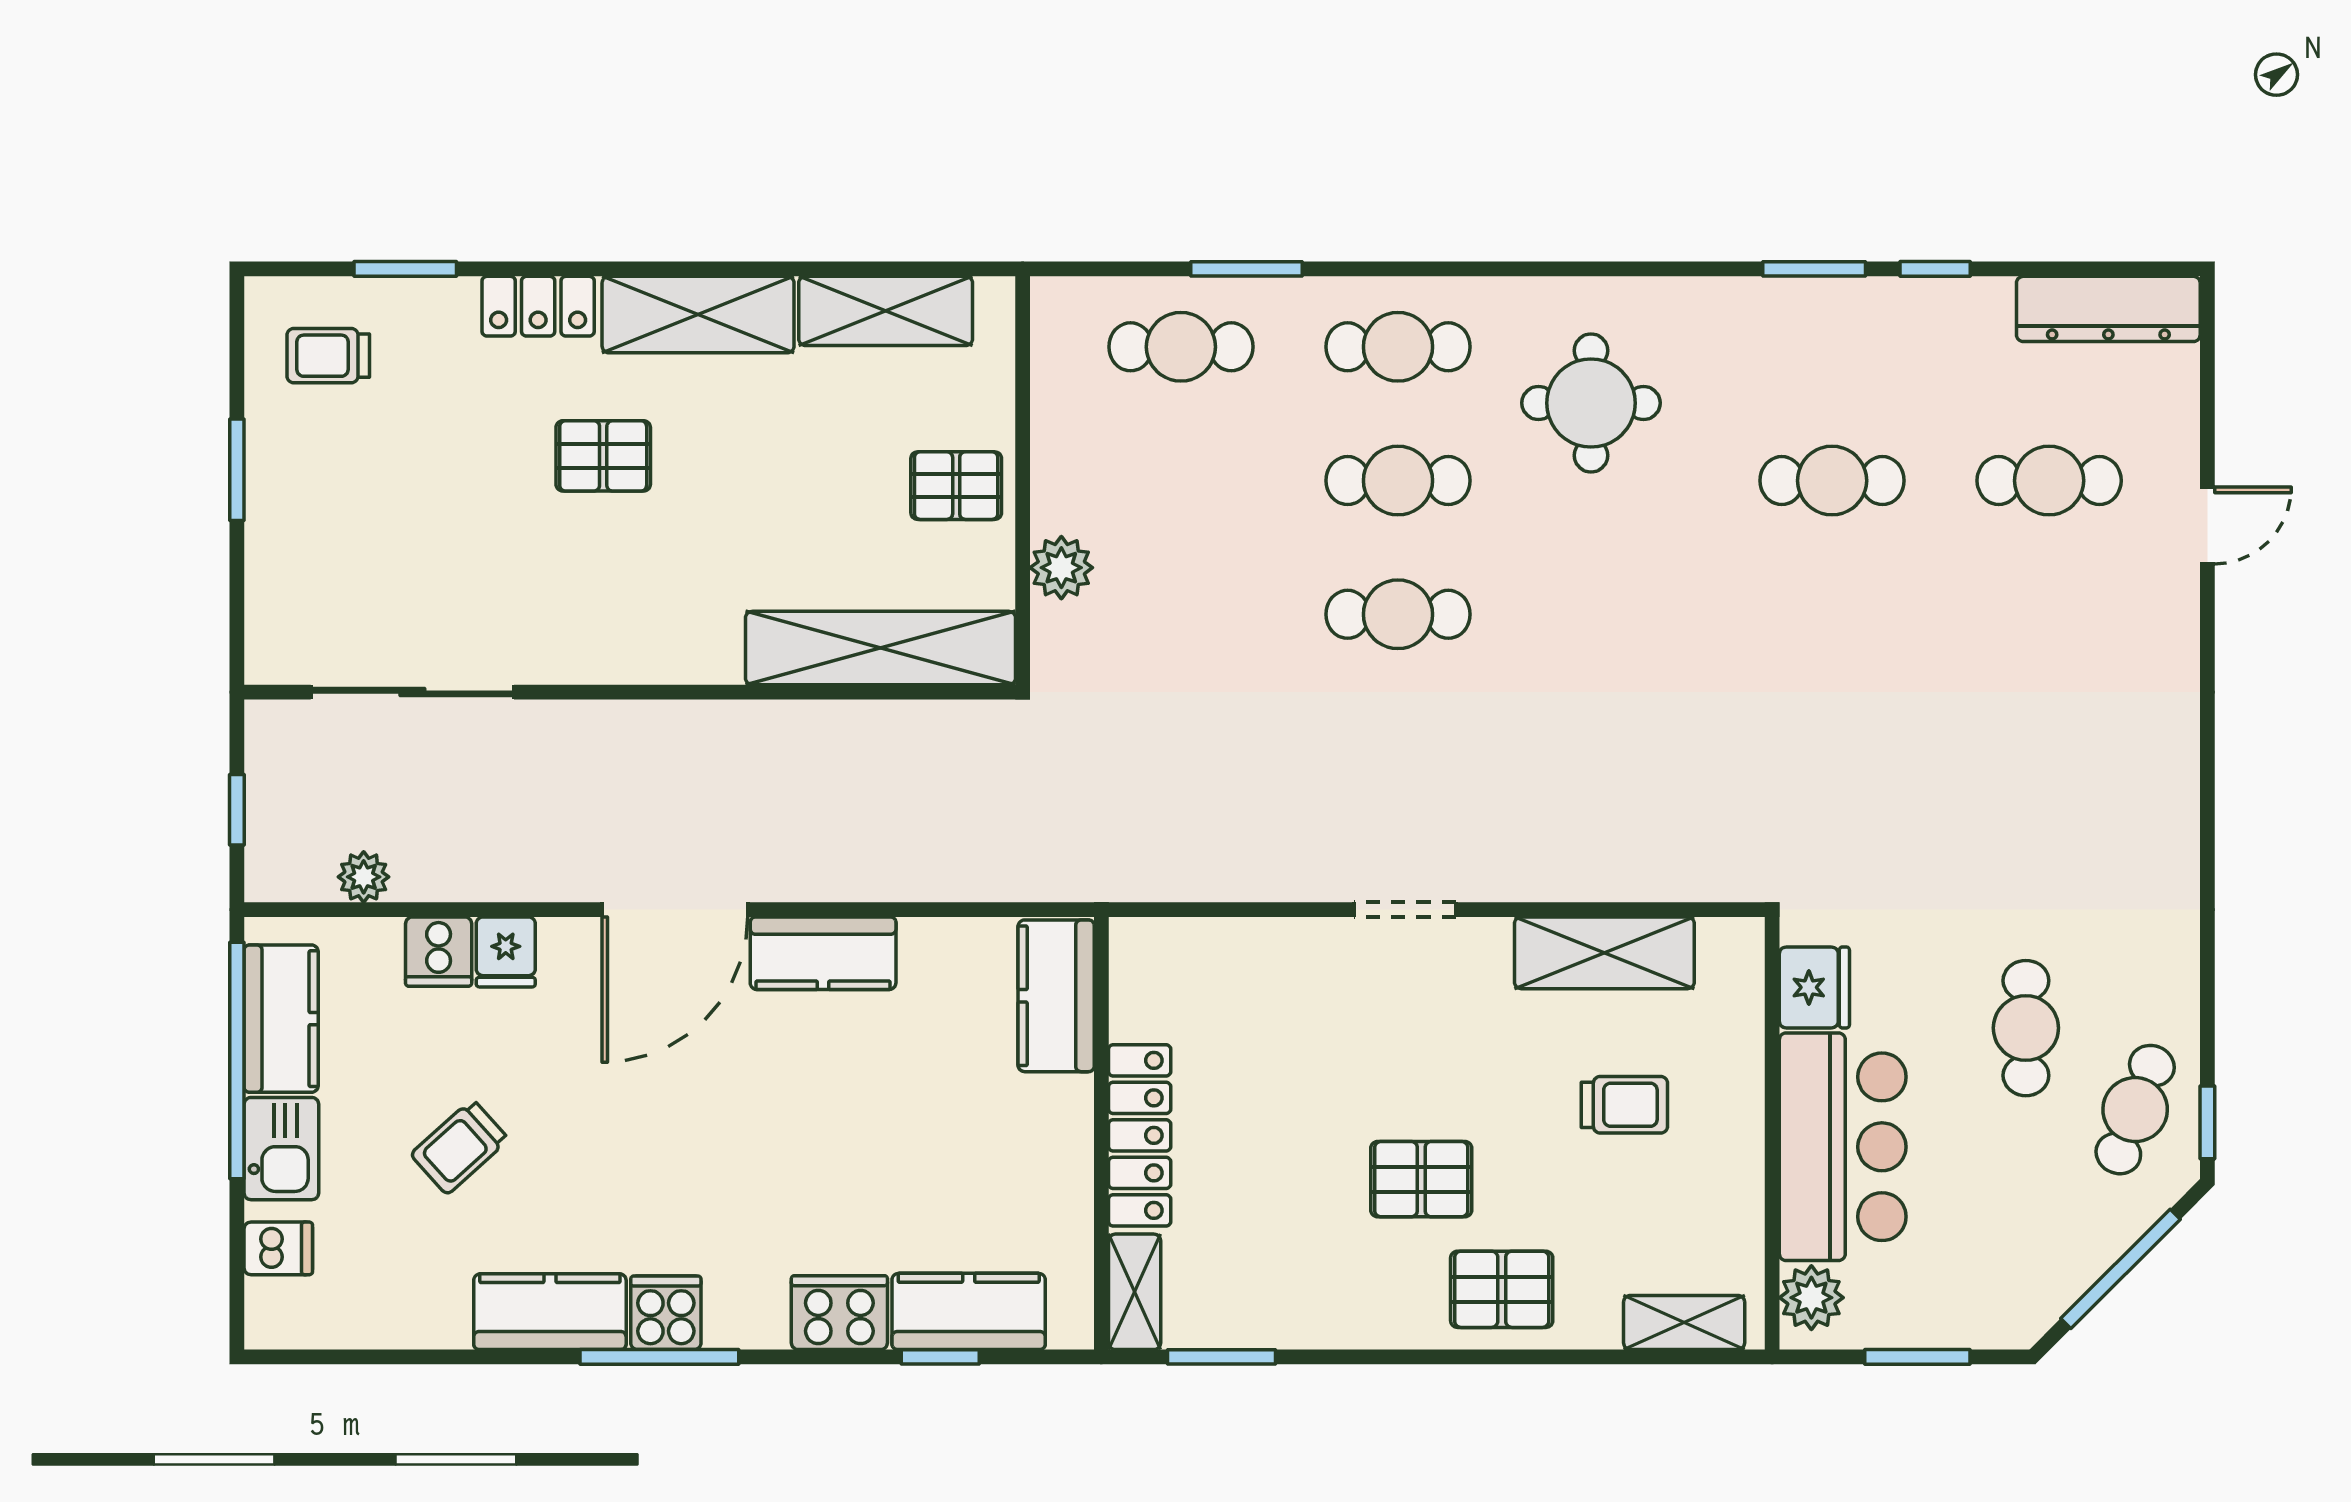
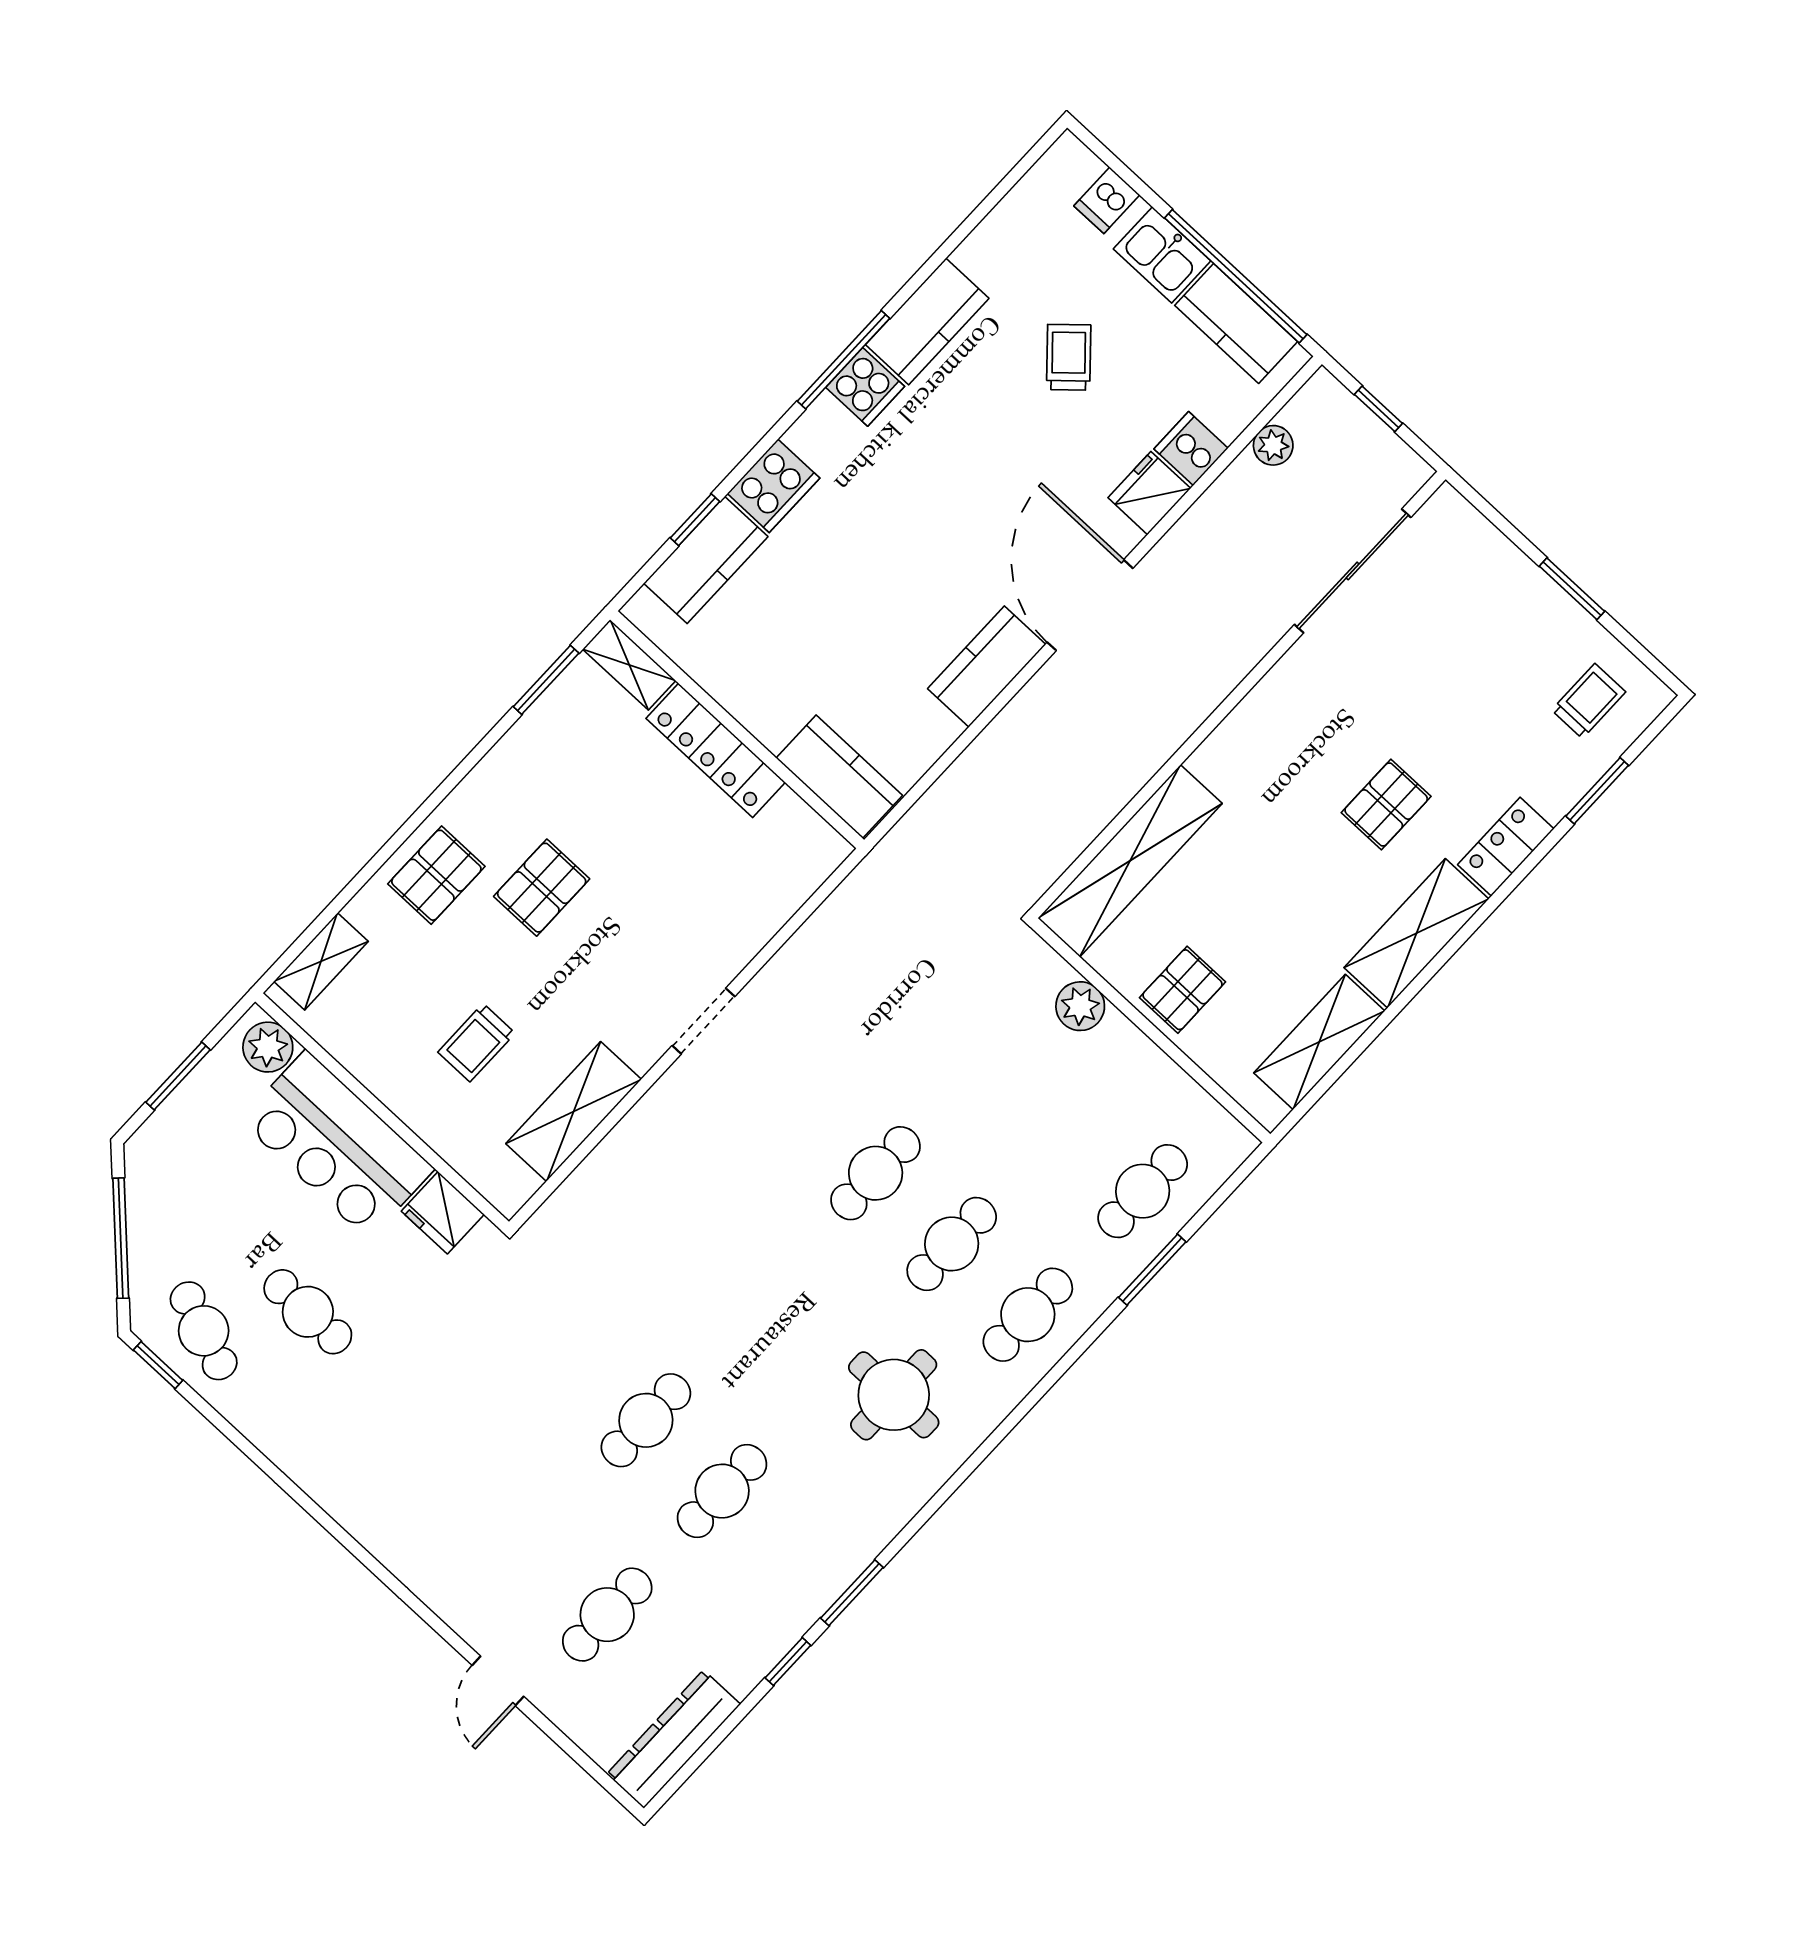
cafe table: (1832, 614) -> (646, 1420), added
fridge: (506, 952) -> (1149, 493), width x1.38

